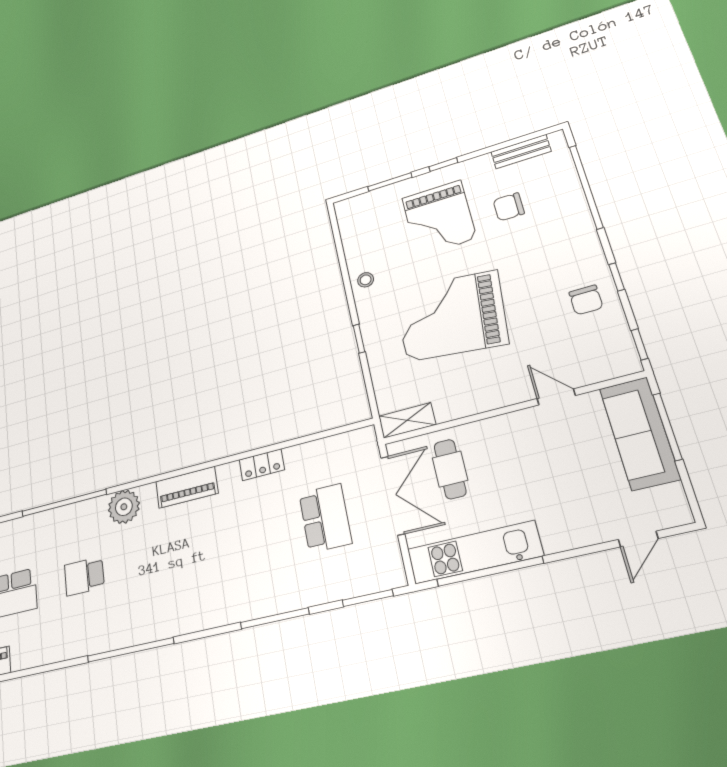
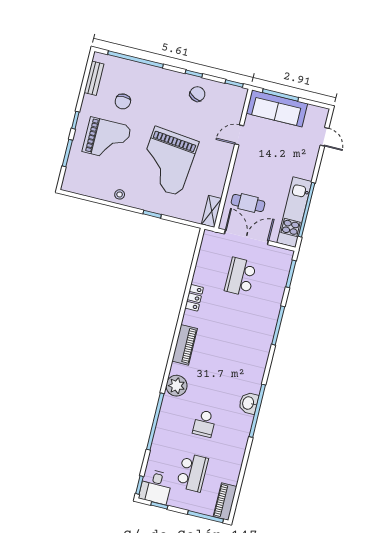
chair: (586, 300) -> (197, 94), turned -63
school desk: (325, 518) -> (240, 277), turned -90
washbasin: (137, 630) -> (249, 403), added

